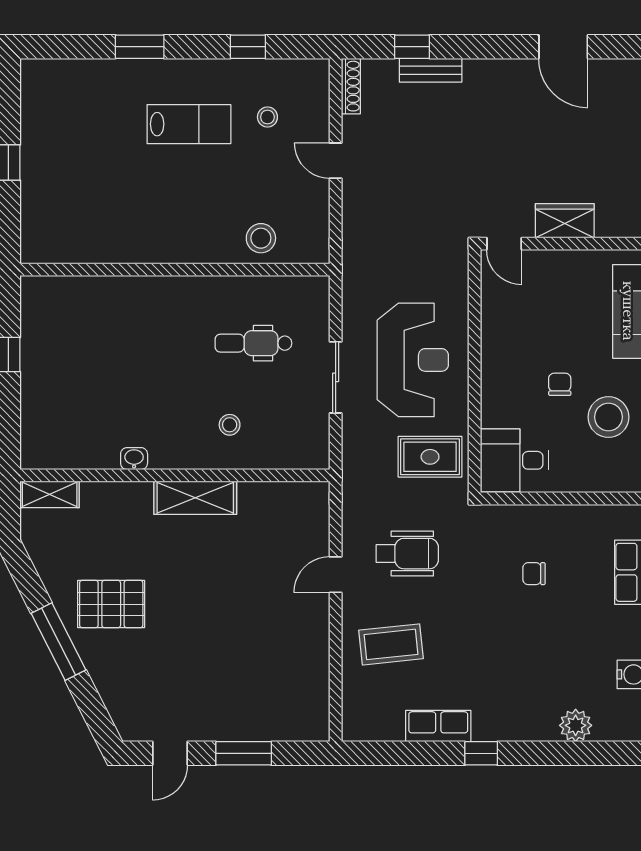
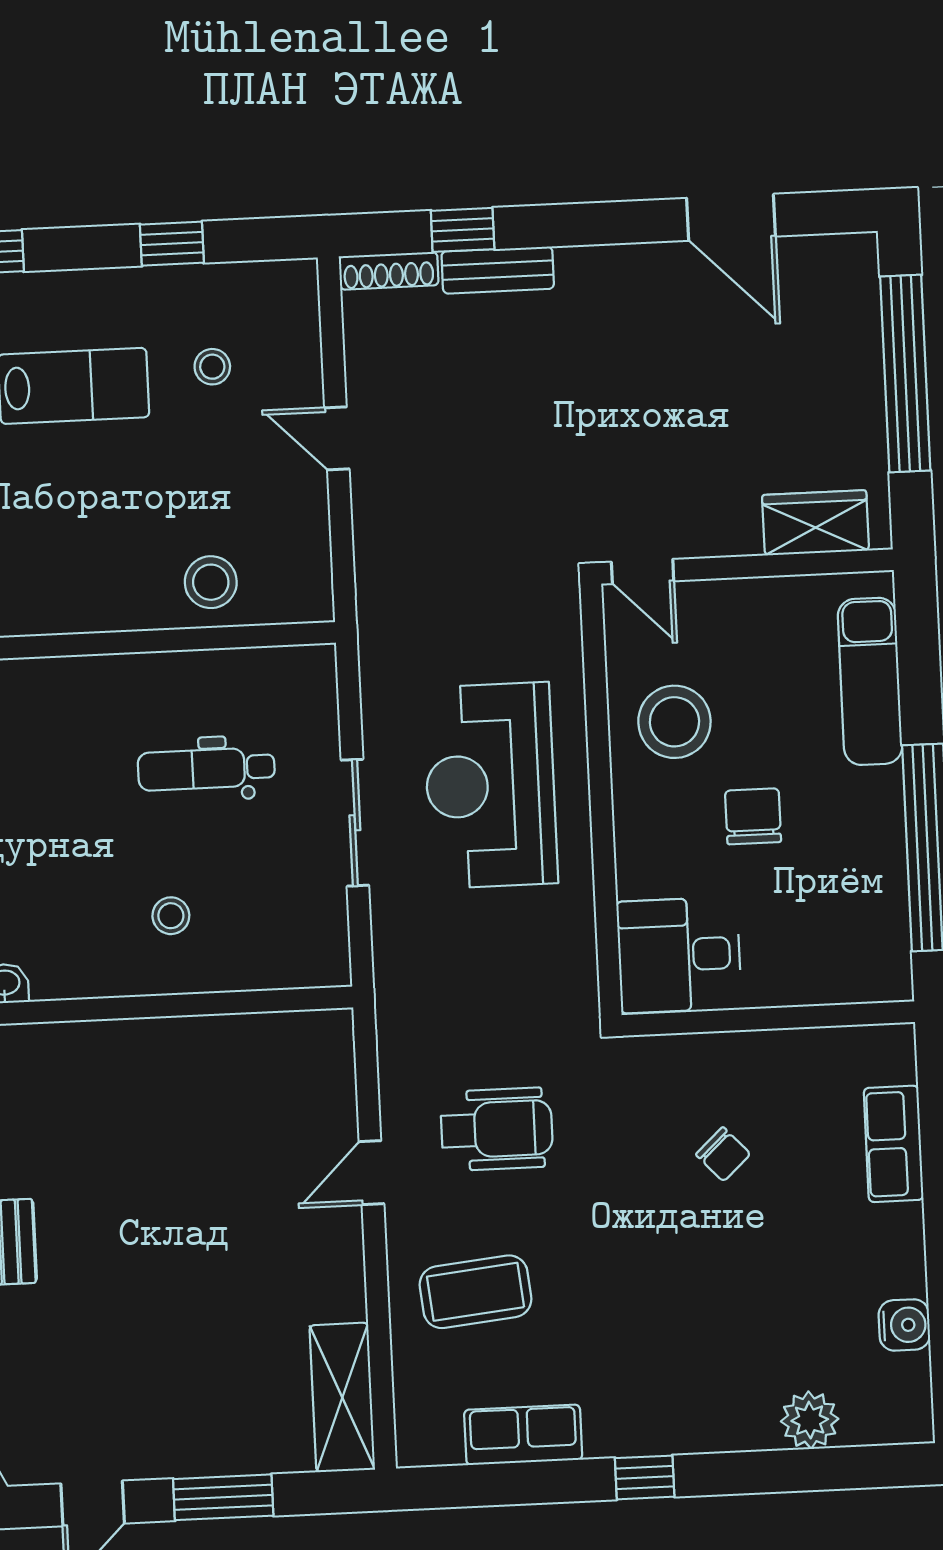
shoe rack: (351, 86) -> (389, 271), moved, turned 90
wardrobe: (565, 221) -> (815, 523), moved
reception desk: (413, 360) -> (490, 785), turned 180
chair: (560, 384) -> (753, 816), width x1.37, depth x1.37
stool: (608, 417) -> (674, 722), moved
rug: (430, 457) -> (529, 956), removed
shelving: (195, 498) -> (342, 1397), moved, turned 90
chair: (534, 574) -> (723, 1154), turned -133
row of seats: (438, 726) -> (523, 1435), moved

